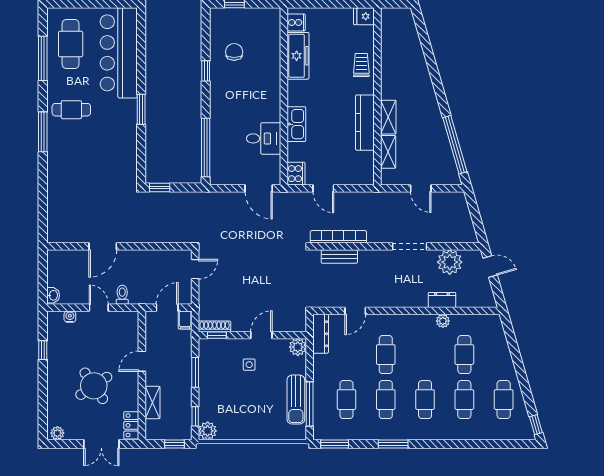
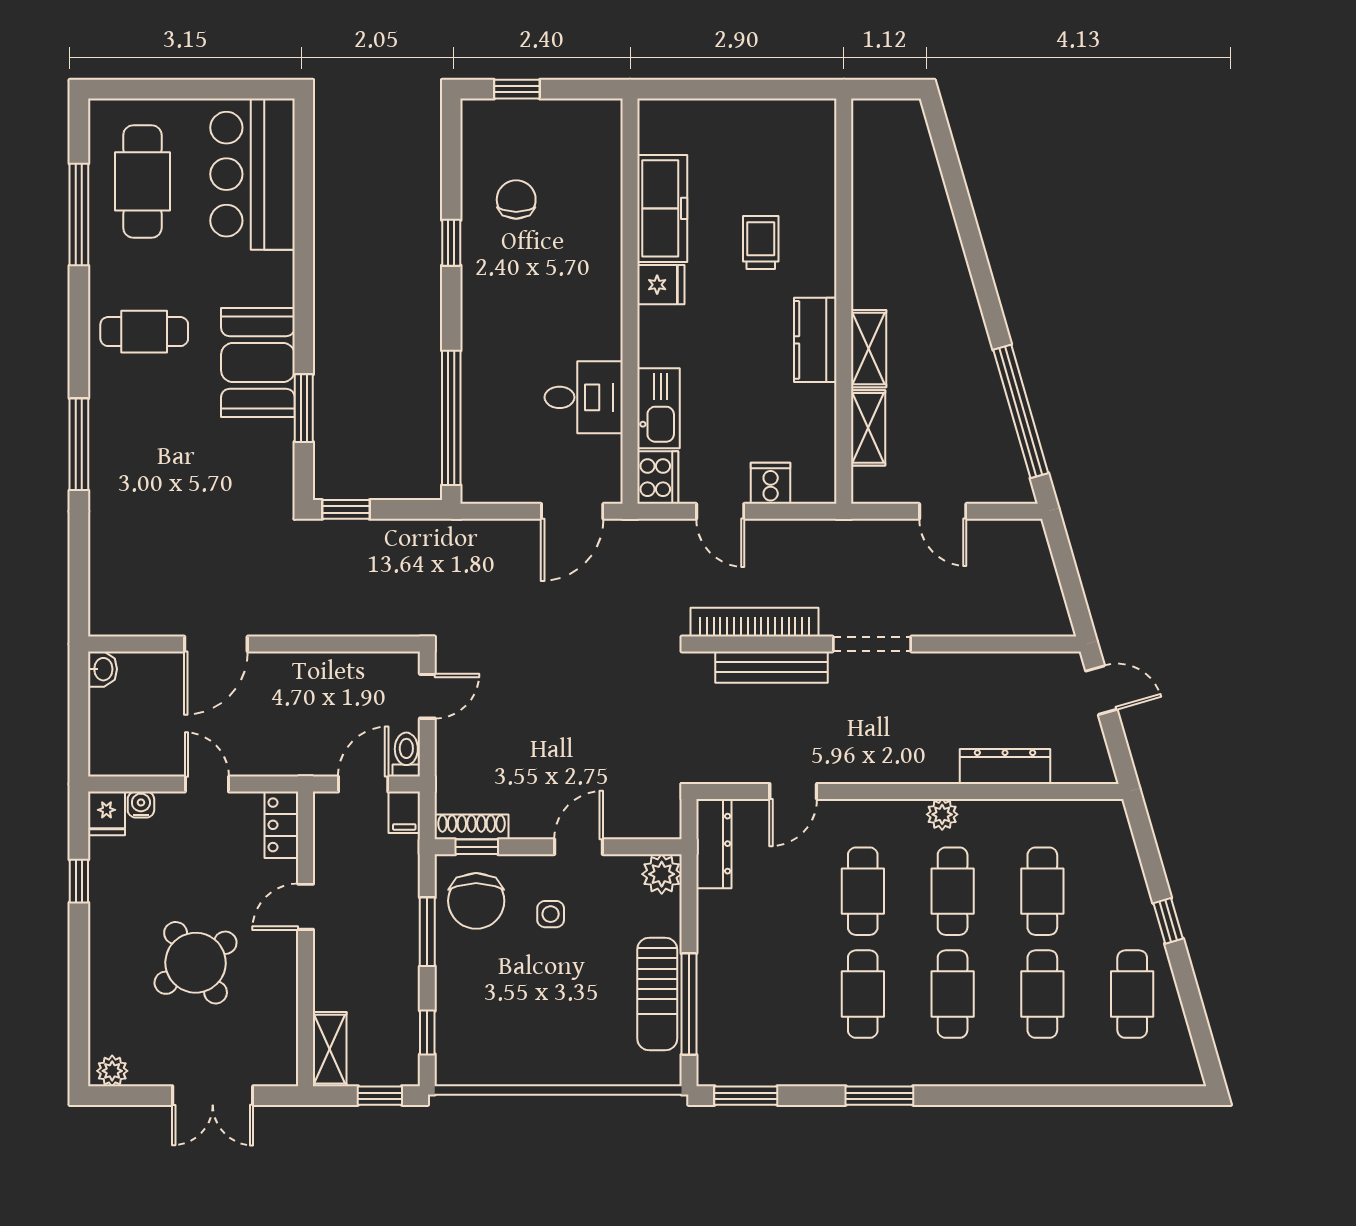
fridge: (364, 16) -> (661, 285), moved, turned 180
cooker: (296, 22) -> (771, 483), moved, turned -90
bar counter: (119, 53) -> (252, 174), width x0.73
trolley: (361, 65) -> (761, 242), moved
window: (141, 109) -> (304, 408), moved
booth: (121, 123) -> (258, 362), added
kitchen counter: (365, 123) -> (815, 340), width x0.67
kitchen sink: (296, 124) -> (659, 408), moved
window: (43, 132) -> (79, 444), moved
door: (259, 188) -> (572, 511), hinge flipped
doorway: (410, 246) -> (872, 644), moved
bench: (339, 256) -> (772, 667), width x1.36
plant: (450, 262) -> (1009, 680), removed
washbasin: (53, 295) -> (102, 669), moved
toilet: (122, 295) -> (406, 755), moved
dresser: (442, 300) -> (1005, 766), width x1.44
fridge: (55, 320) -> (106, 813), added
plant: (443, 321) -> (942, 814), moved
chair: (217, 359) -> (476, 901), added
cafe table: (346, 400) -> (953, 891), moved
shelving: (153, 402) -> (330, 1049), moved
locker: (131, 425) -> (281, 825), moved
window: (536, 425) -> (1168, 921), moved
plant: (208, 431) -> (455, 1066), removed

